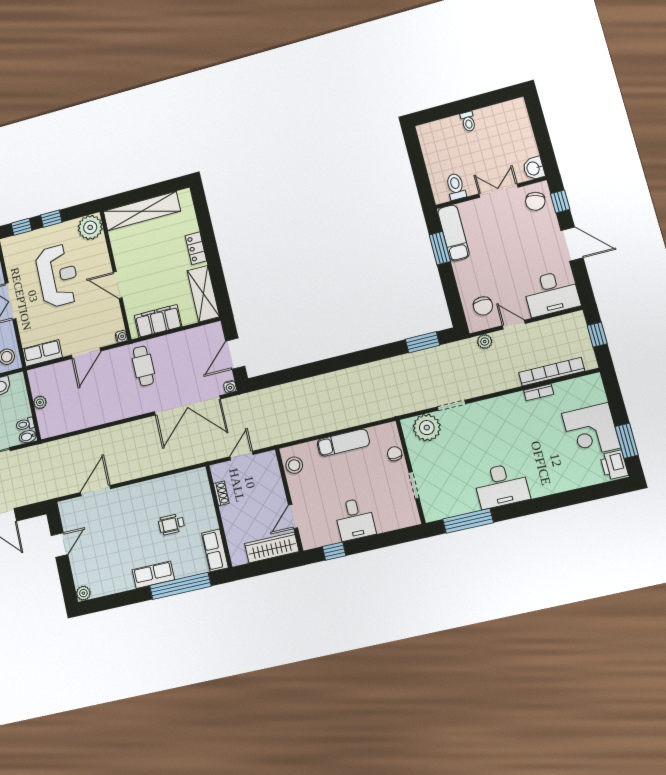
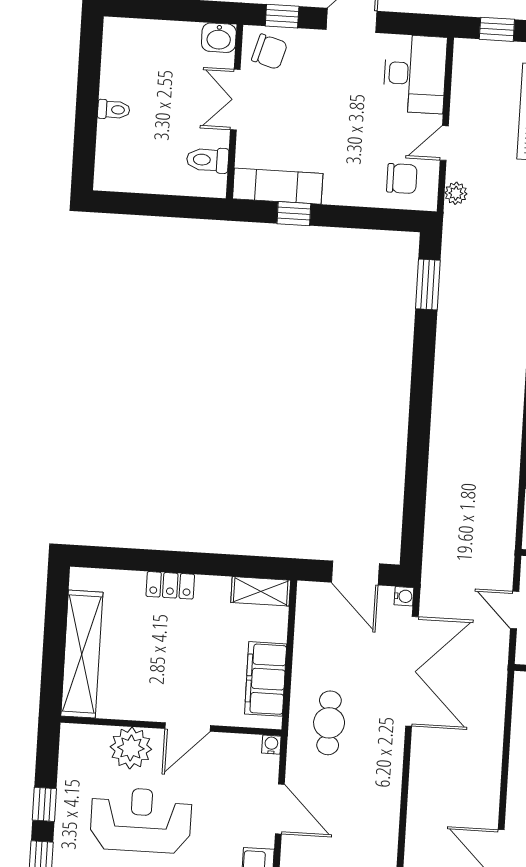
plant: (90, 227) -> (131, 748), moved
window: (440, 248) -> (294, 214), width x0.67
shelving: (203, 294) -> (261, 591), width x0.67, depth x0.75
cafe table: (143, 366) -> (329, 723), turned 90

